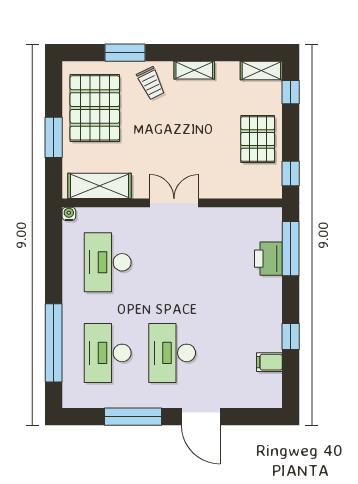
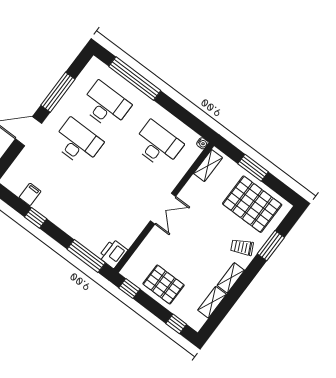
shelving: (261, 70) -> (212, 302), moved
shelving: (99, 186) -> (208, 166), width x0.67, depth x0.75
printer: (268, 259) -> (113, 253), moved, turned -90

